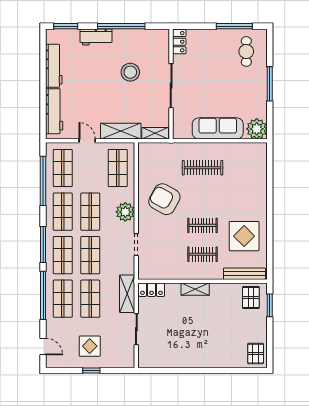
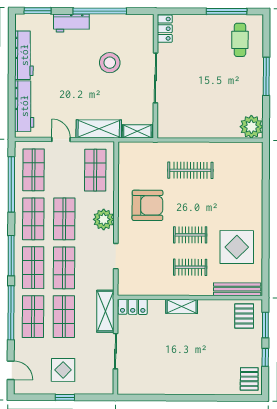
sofa: (218, 128) -> (208, 126), removed
armchair: (164, 199) -> (147, 205), turned 151
window: (270, 334) -> (265, 357), added

